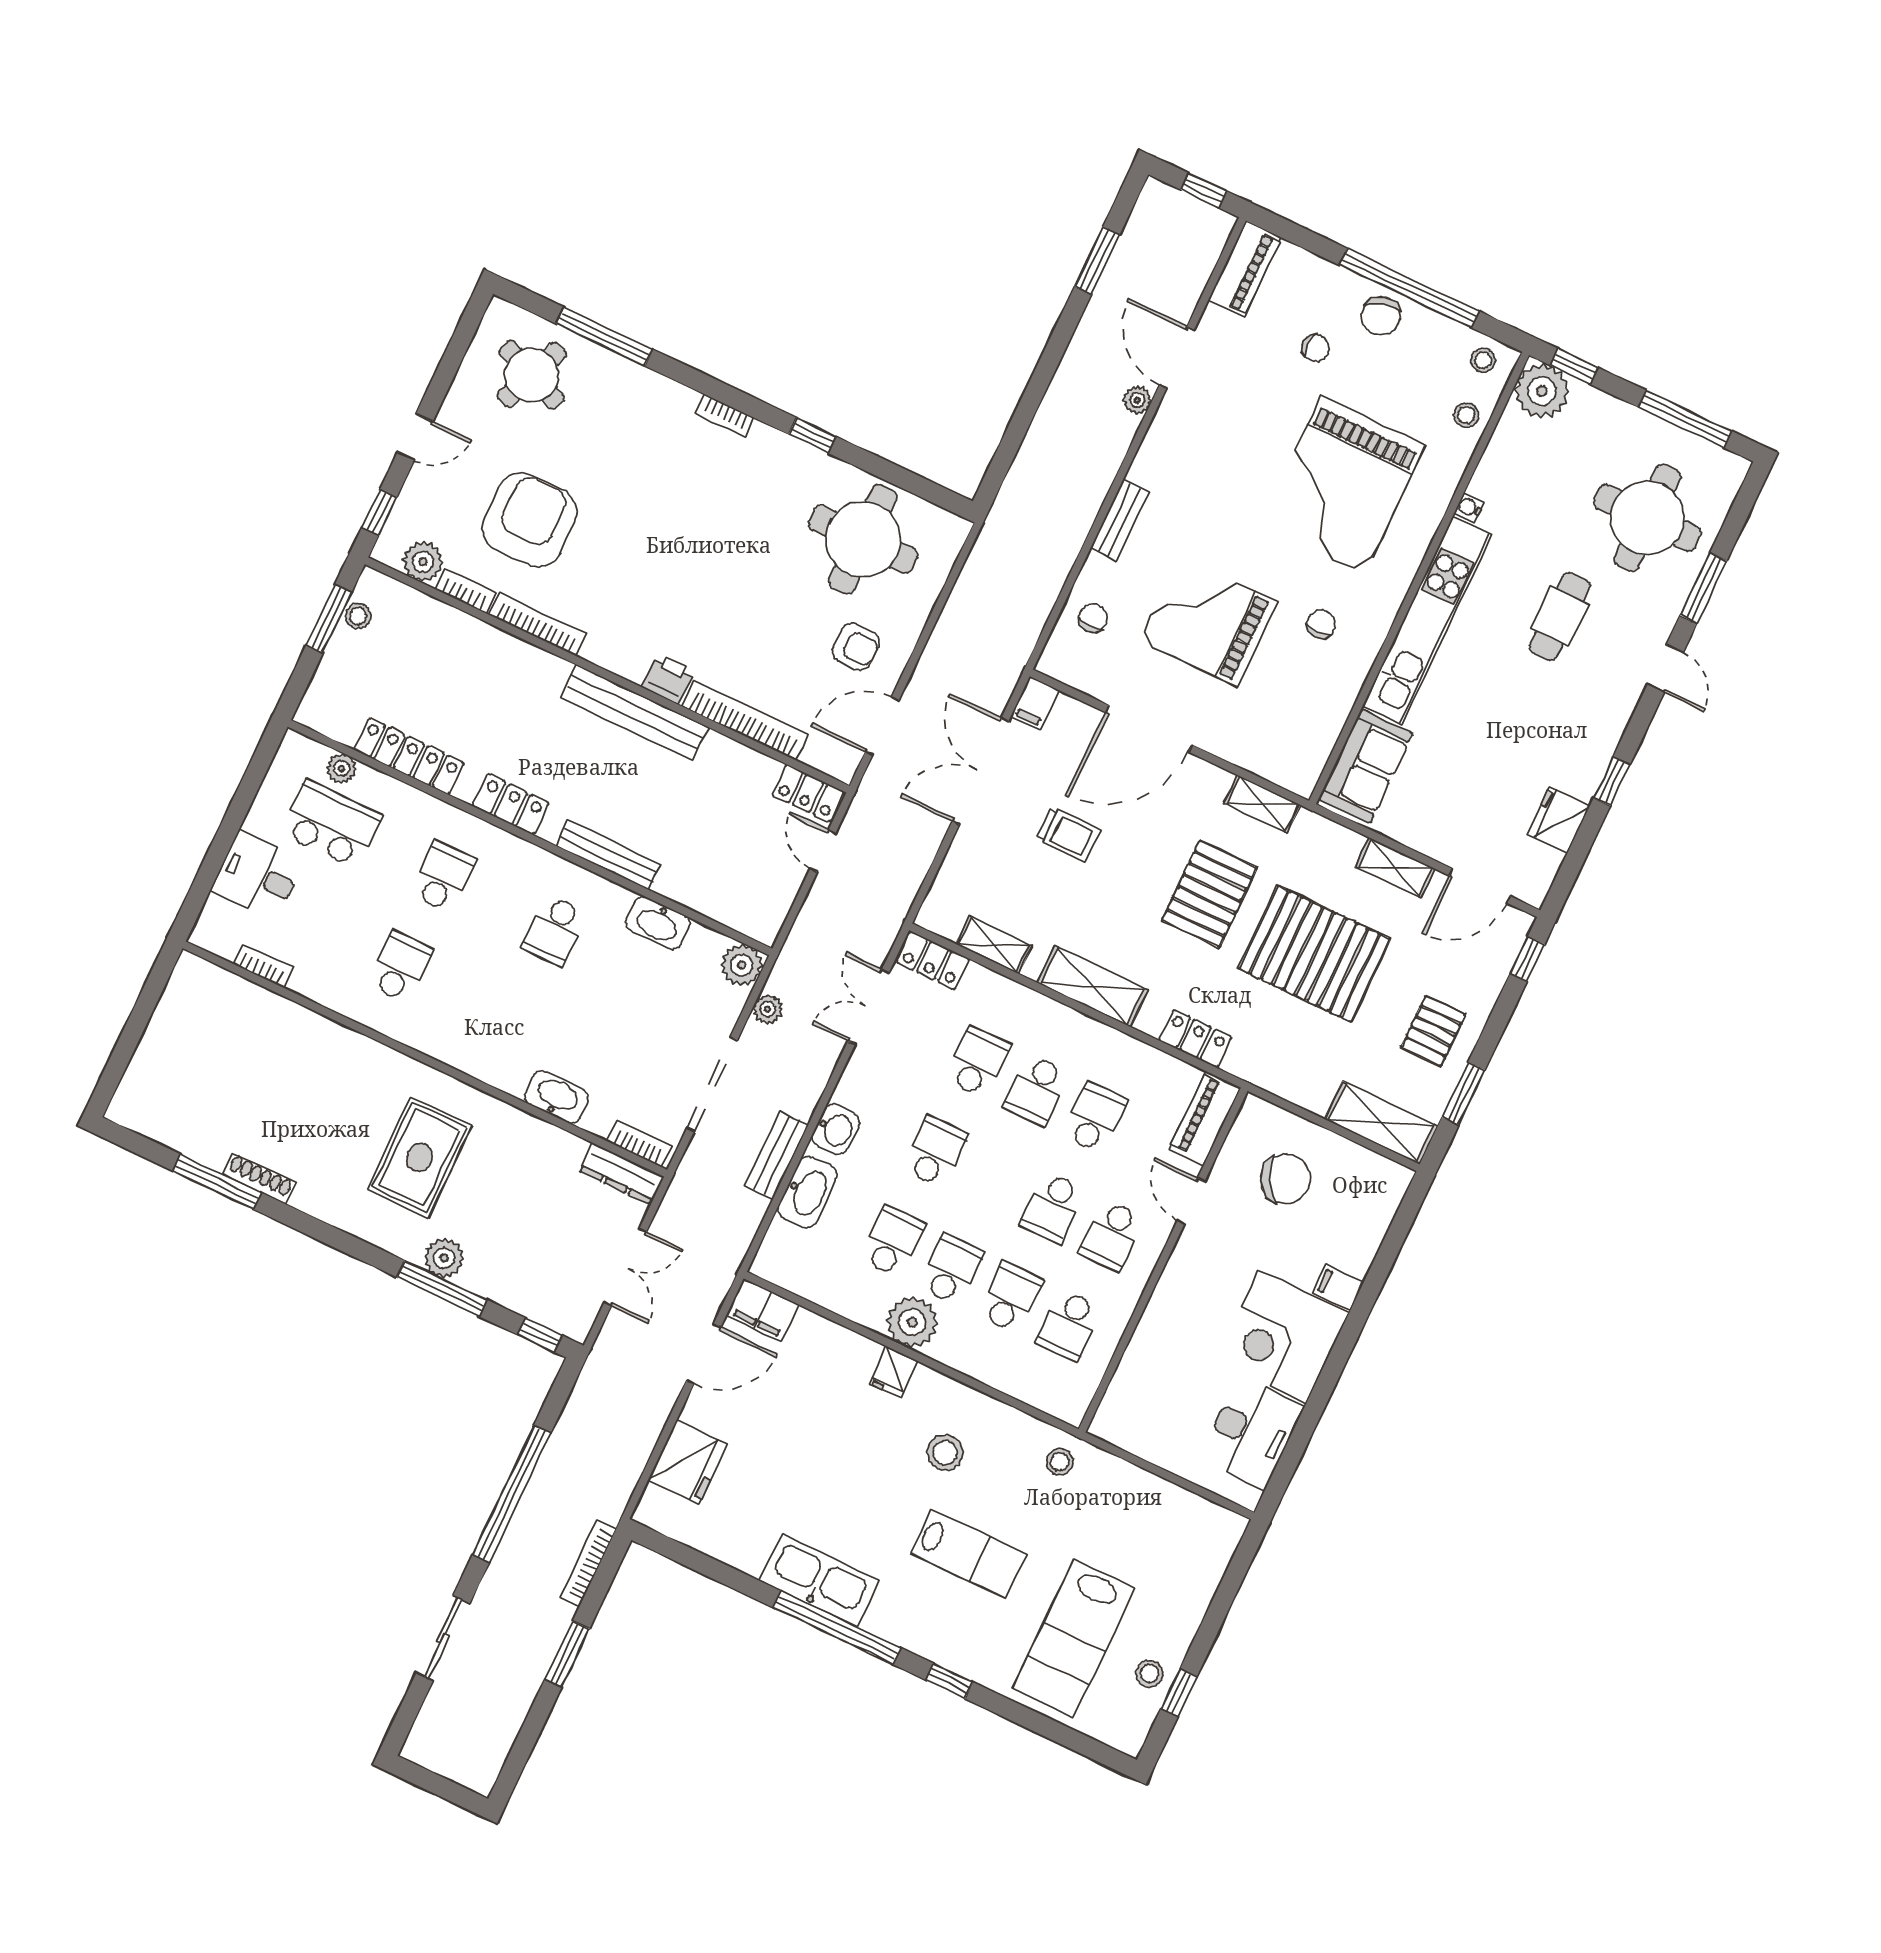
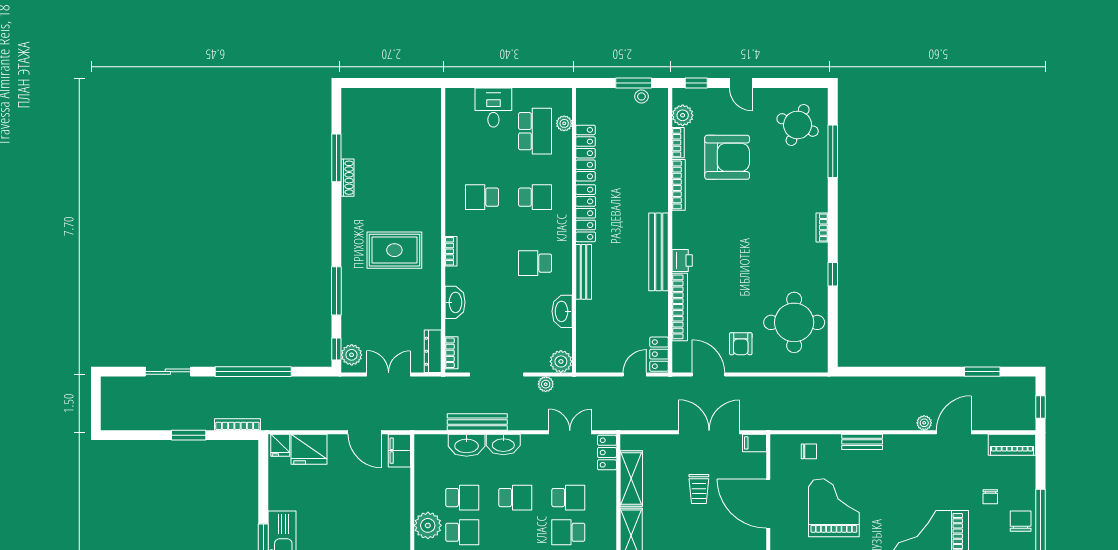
chair: (1381, 316) -> (1021, 521), turned 105
locker: (511, 804) -> (586, 213), width x1.53
shelving: (994, 945) -> (631, 479), width x1.50, depth x1.33
bookcase: (263, 966) -> (451, 251), moved
school desk: (400, 967) -> (482, 197), turned 180
washbasin: (836, 1129) -> (503, 444), width x1.38
bench: (777, 1155) -> (477, 422), width x1.36
plant: (444, 1258) -> (352, 355), moved
double door: (625, 1267) -> (389, 374), swing flipped
fridge: (893, 1372) -> (280, 445), moved, turned -90

